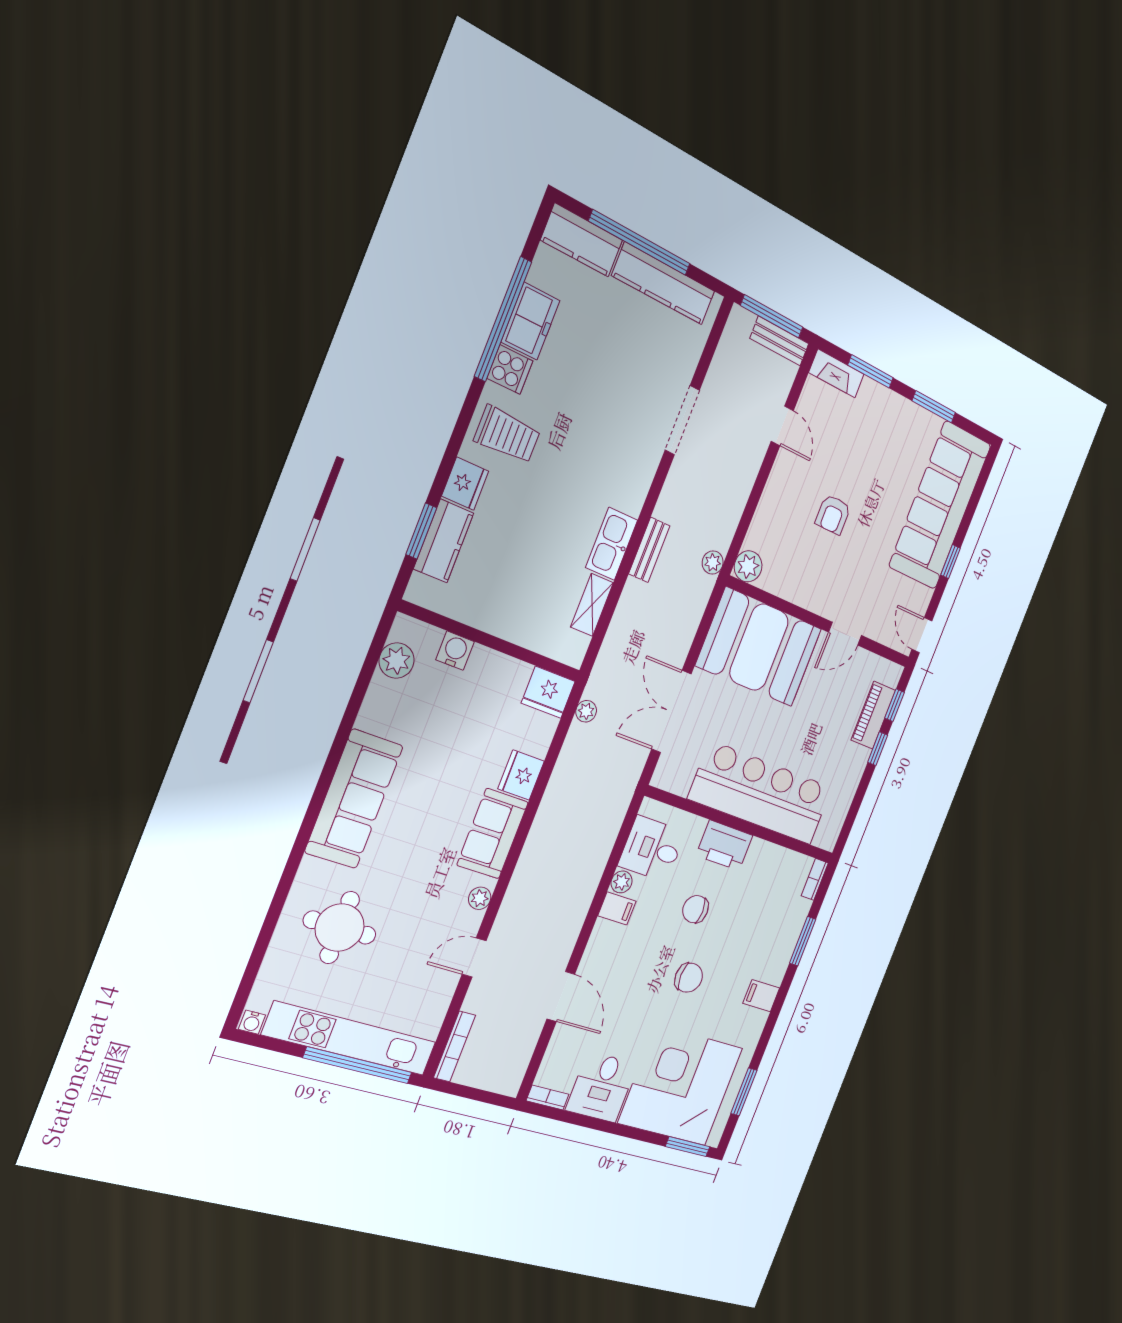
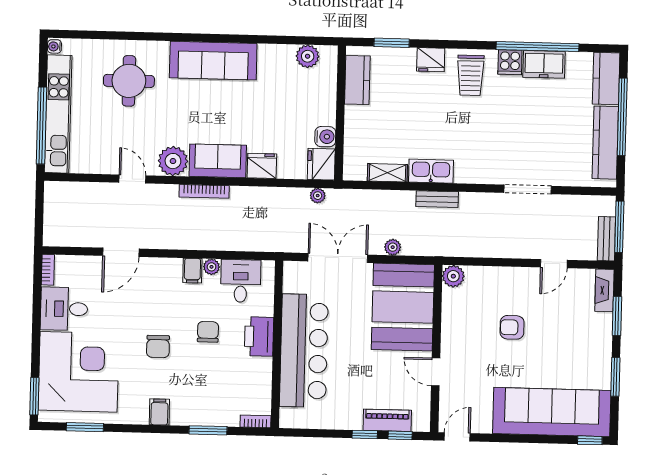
kitchen counter: (444, 541) -> (357, 80), moved, turned -90
window: (951, 562) -> (590, 440), moved
plant: (713, 563) -> (393, 247), moved
water cooler: (455, 651) -> (325, 137), moved
plant: (480, 898) -> (173, 161), width x1.88, depth x1.88
bookcase: (454, 1046) -> (204, 191), moved

